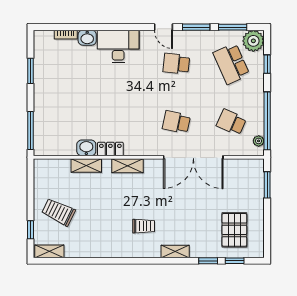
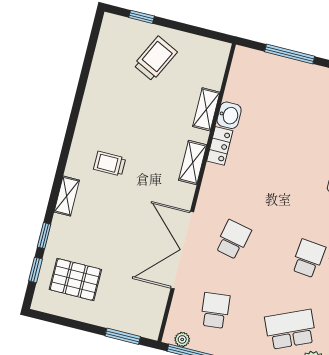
school desk: (231, 122) -> (215, 310), turned -30
window: (31, 130) -> (290, 54), moved
trolley: (144, 226) -> (110, 164), turned 90
shelving: (49, 251) -> (108, 34), removed

